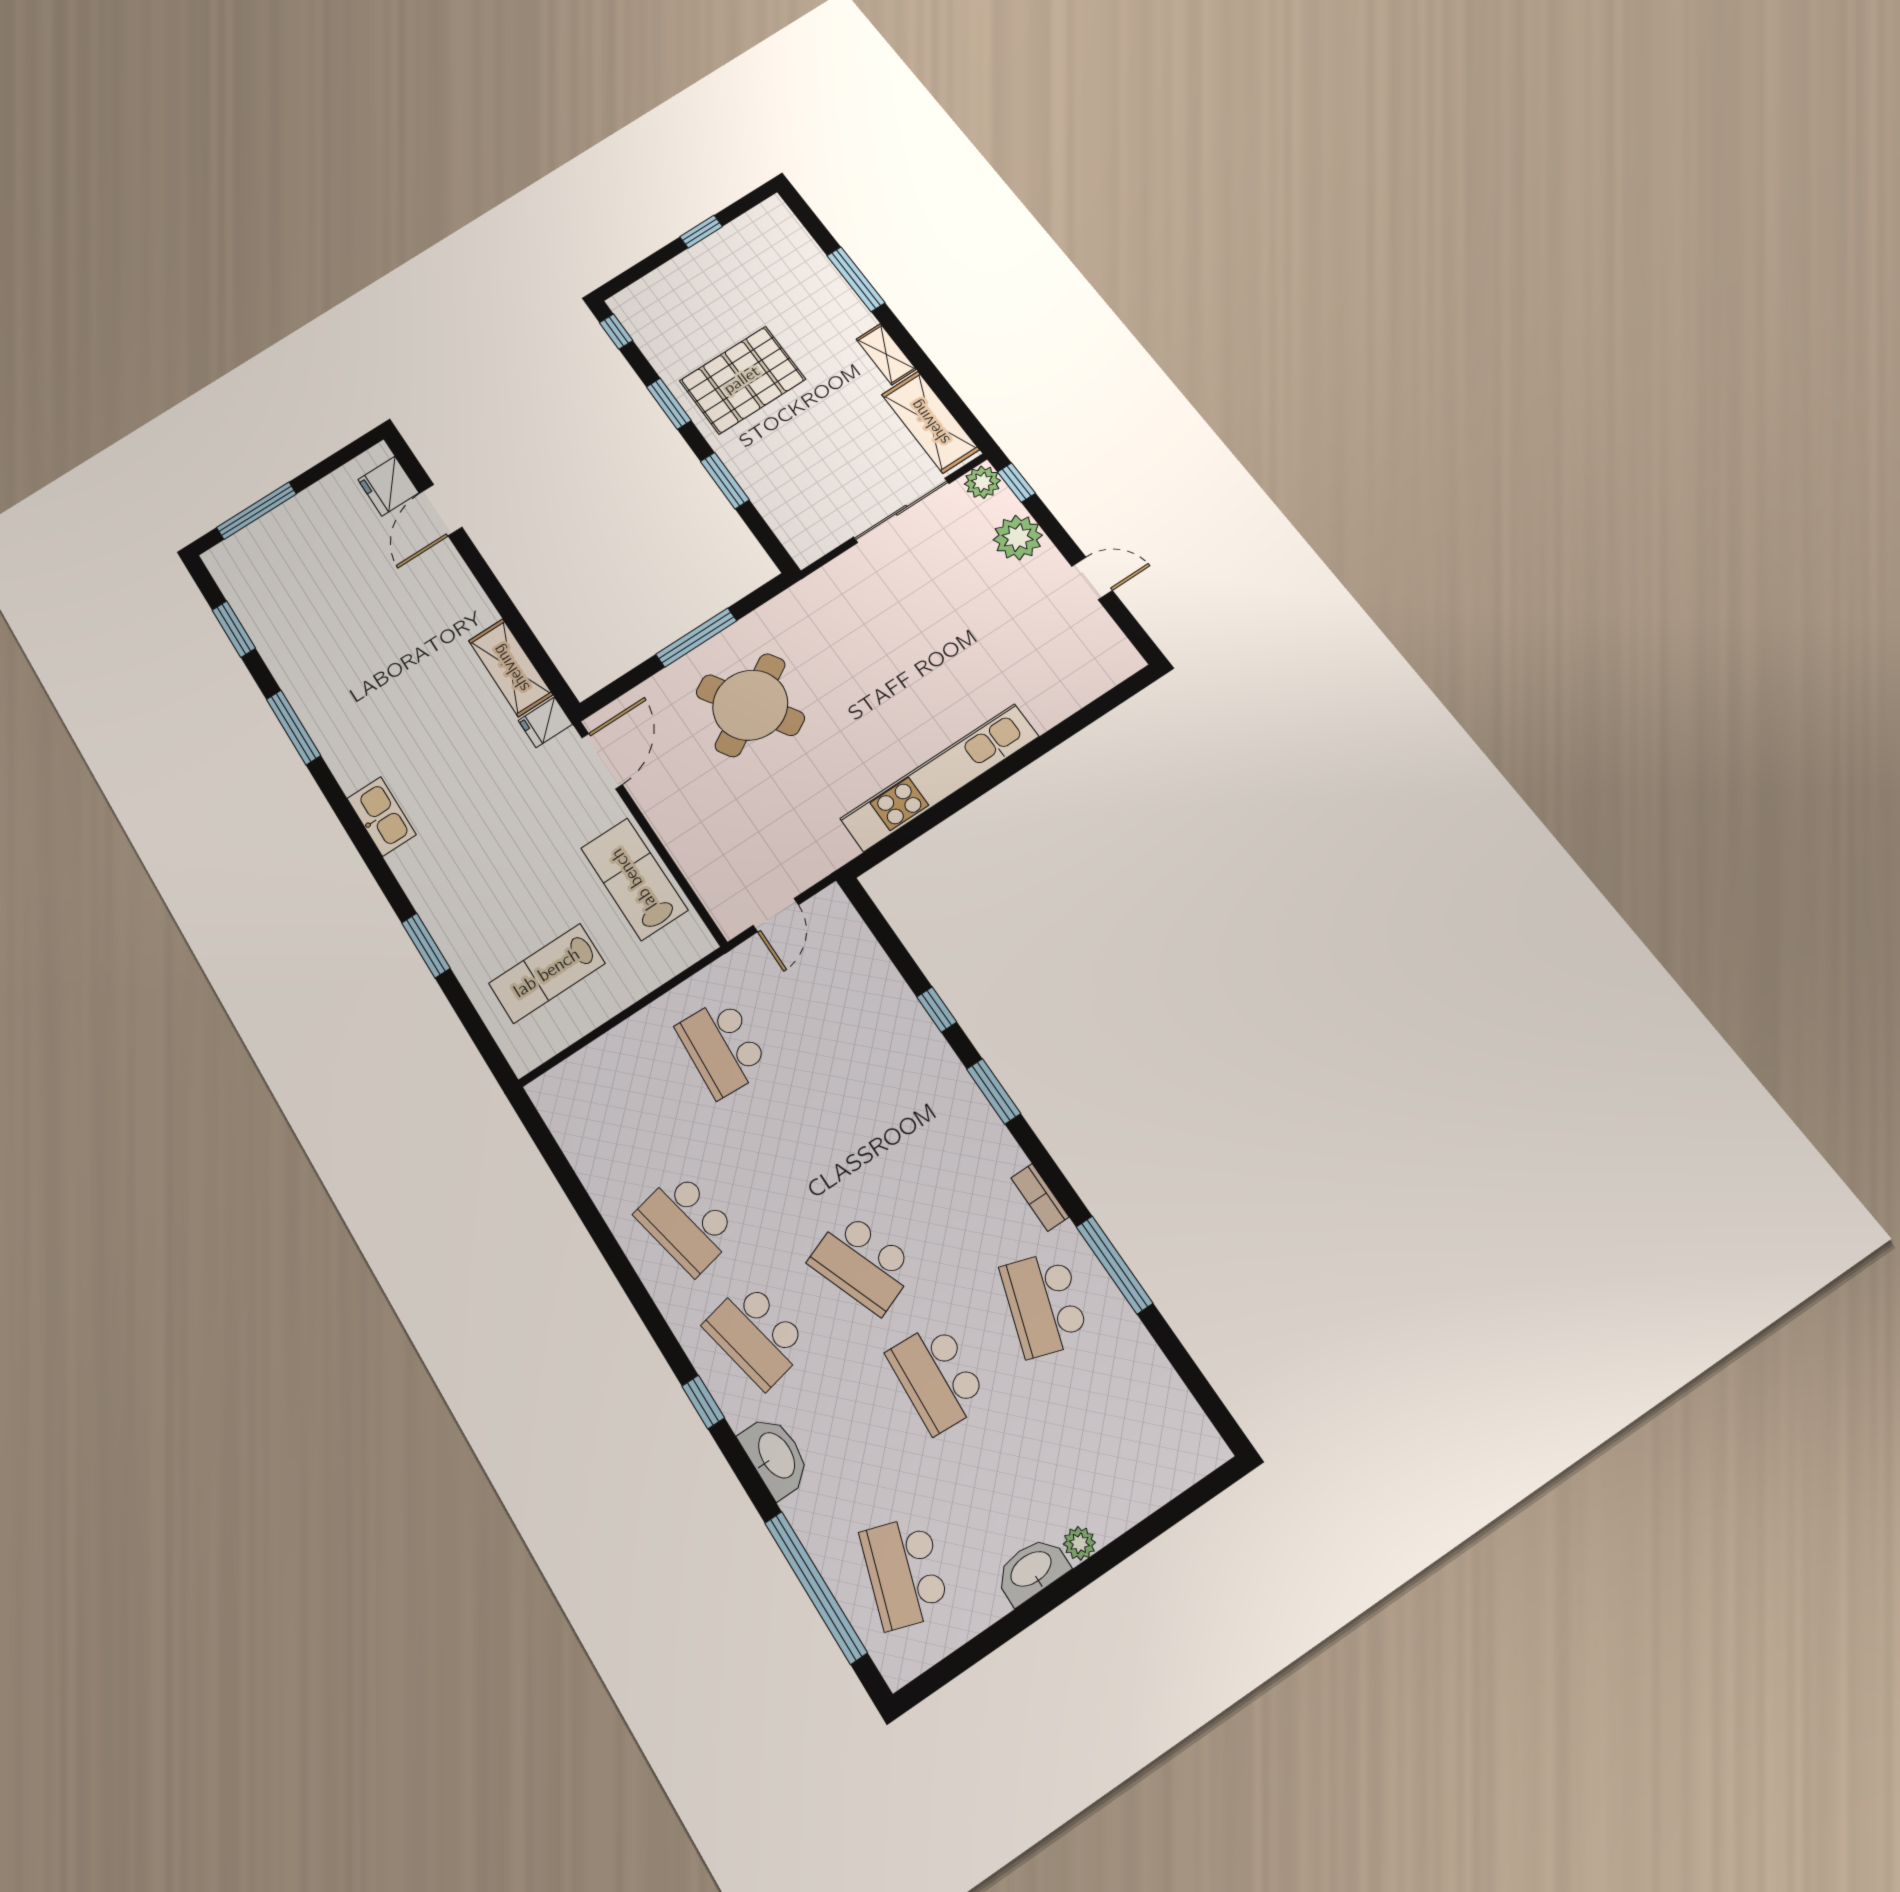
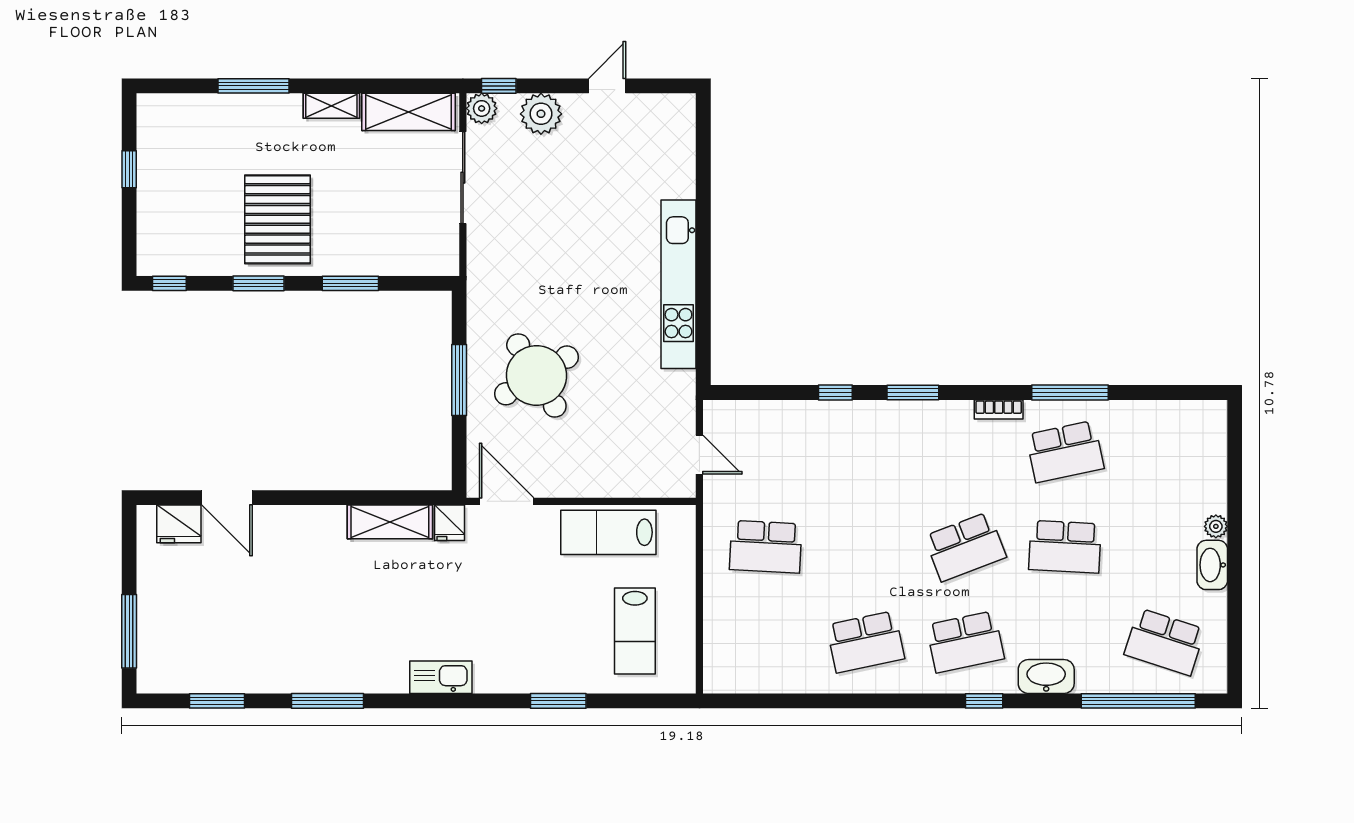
school desk: (1044, 1304) -> (1065, 452), turned -30

